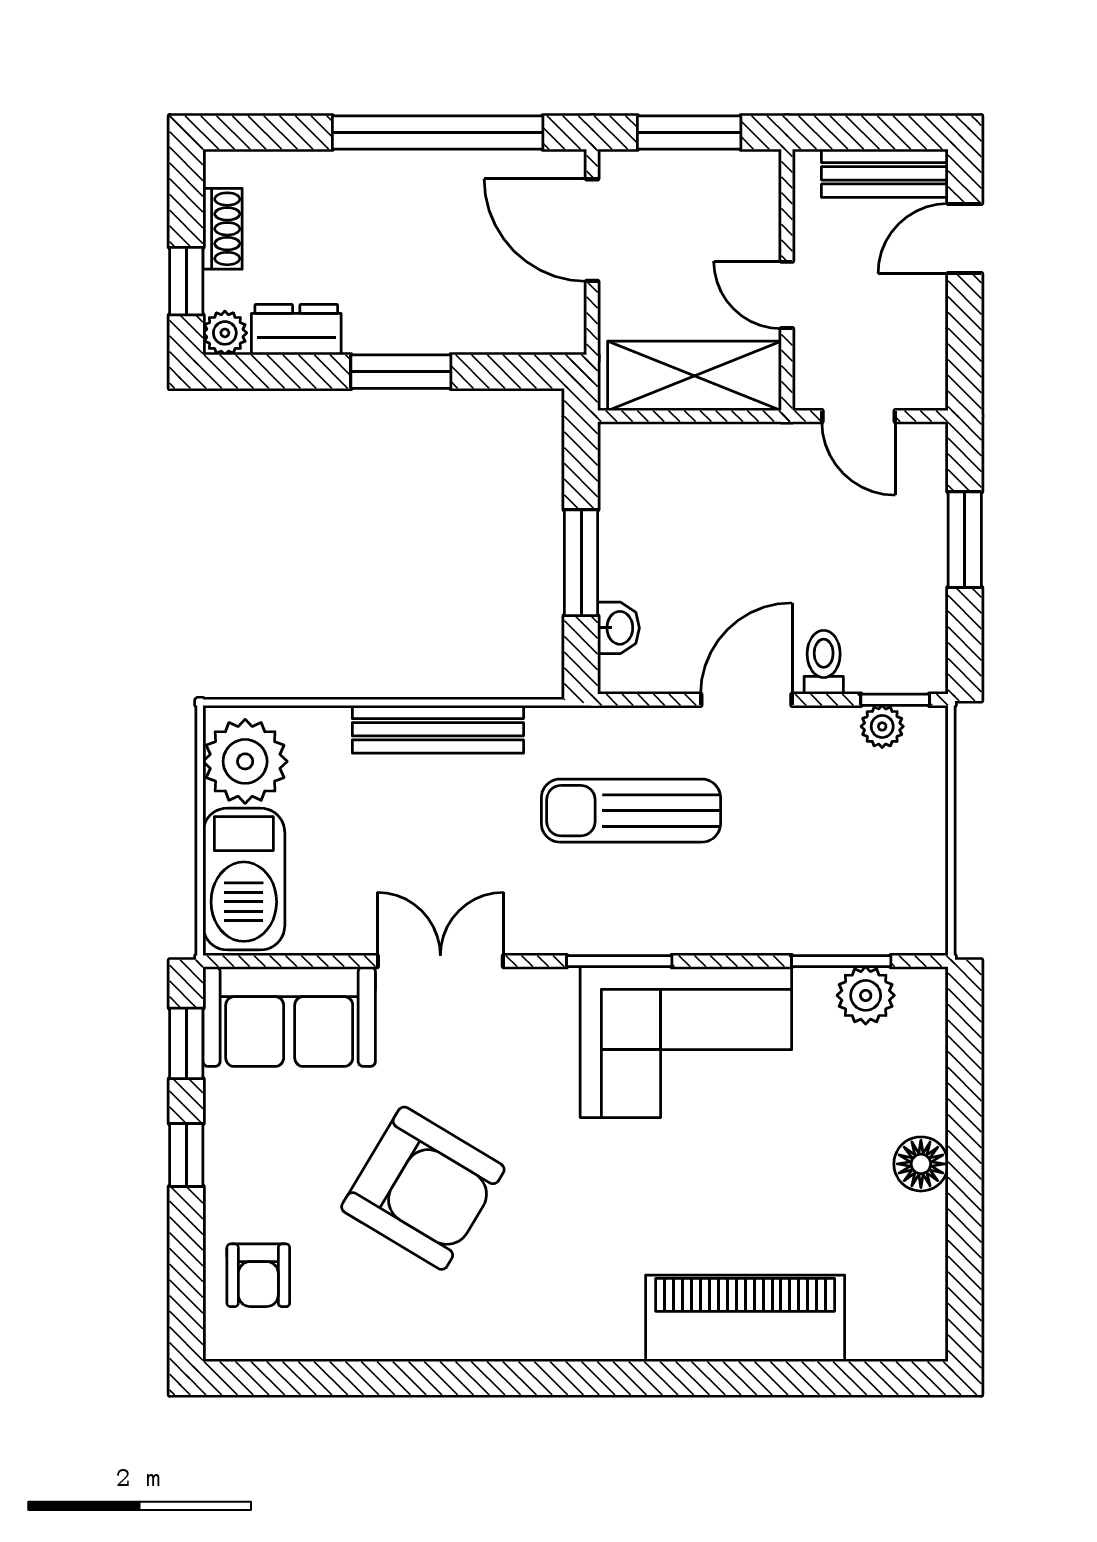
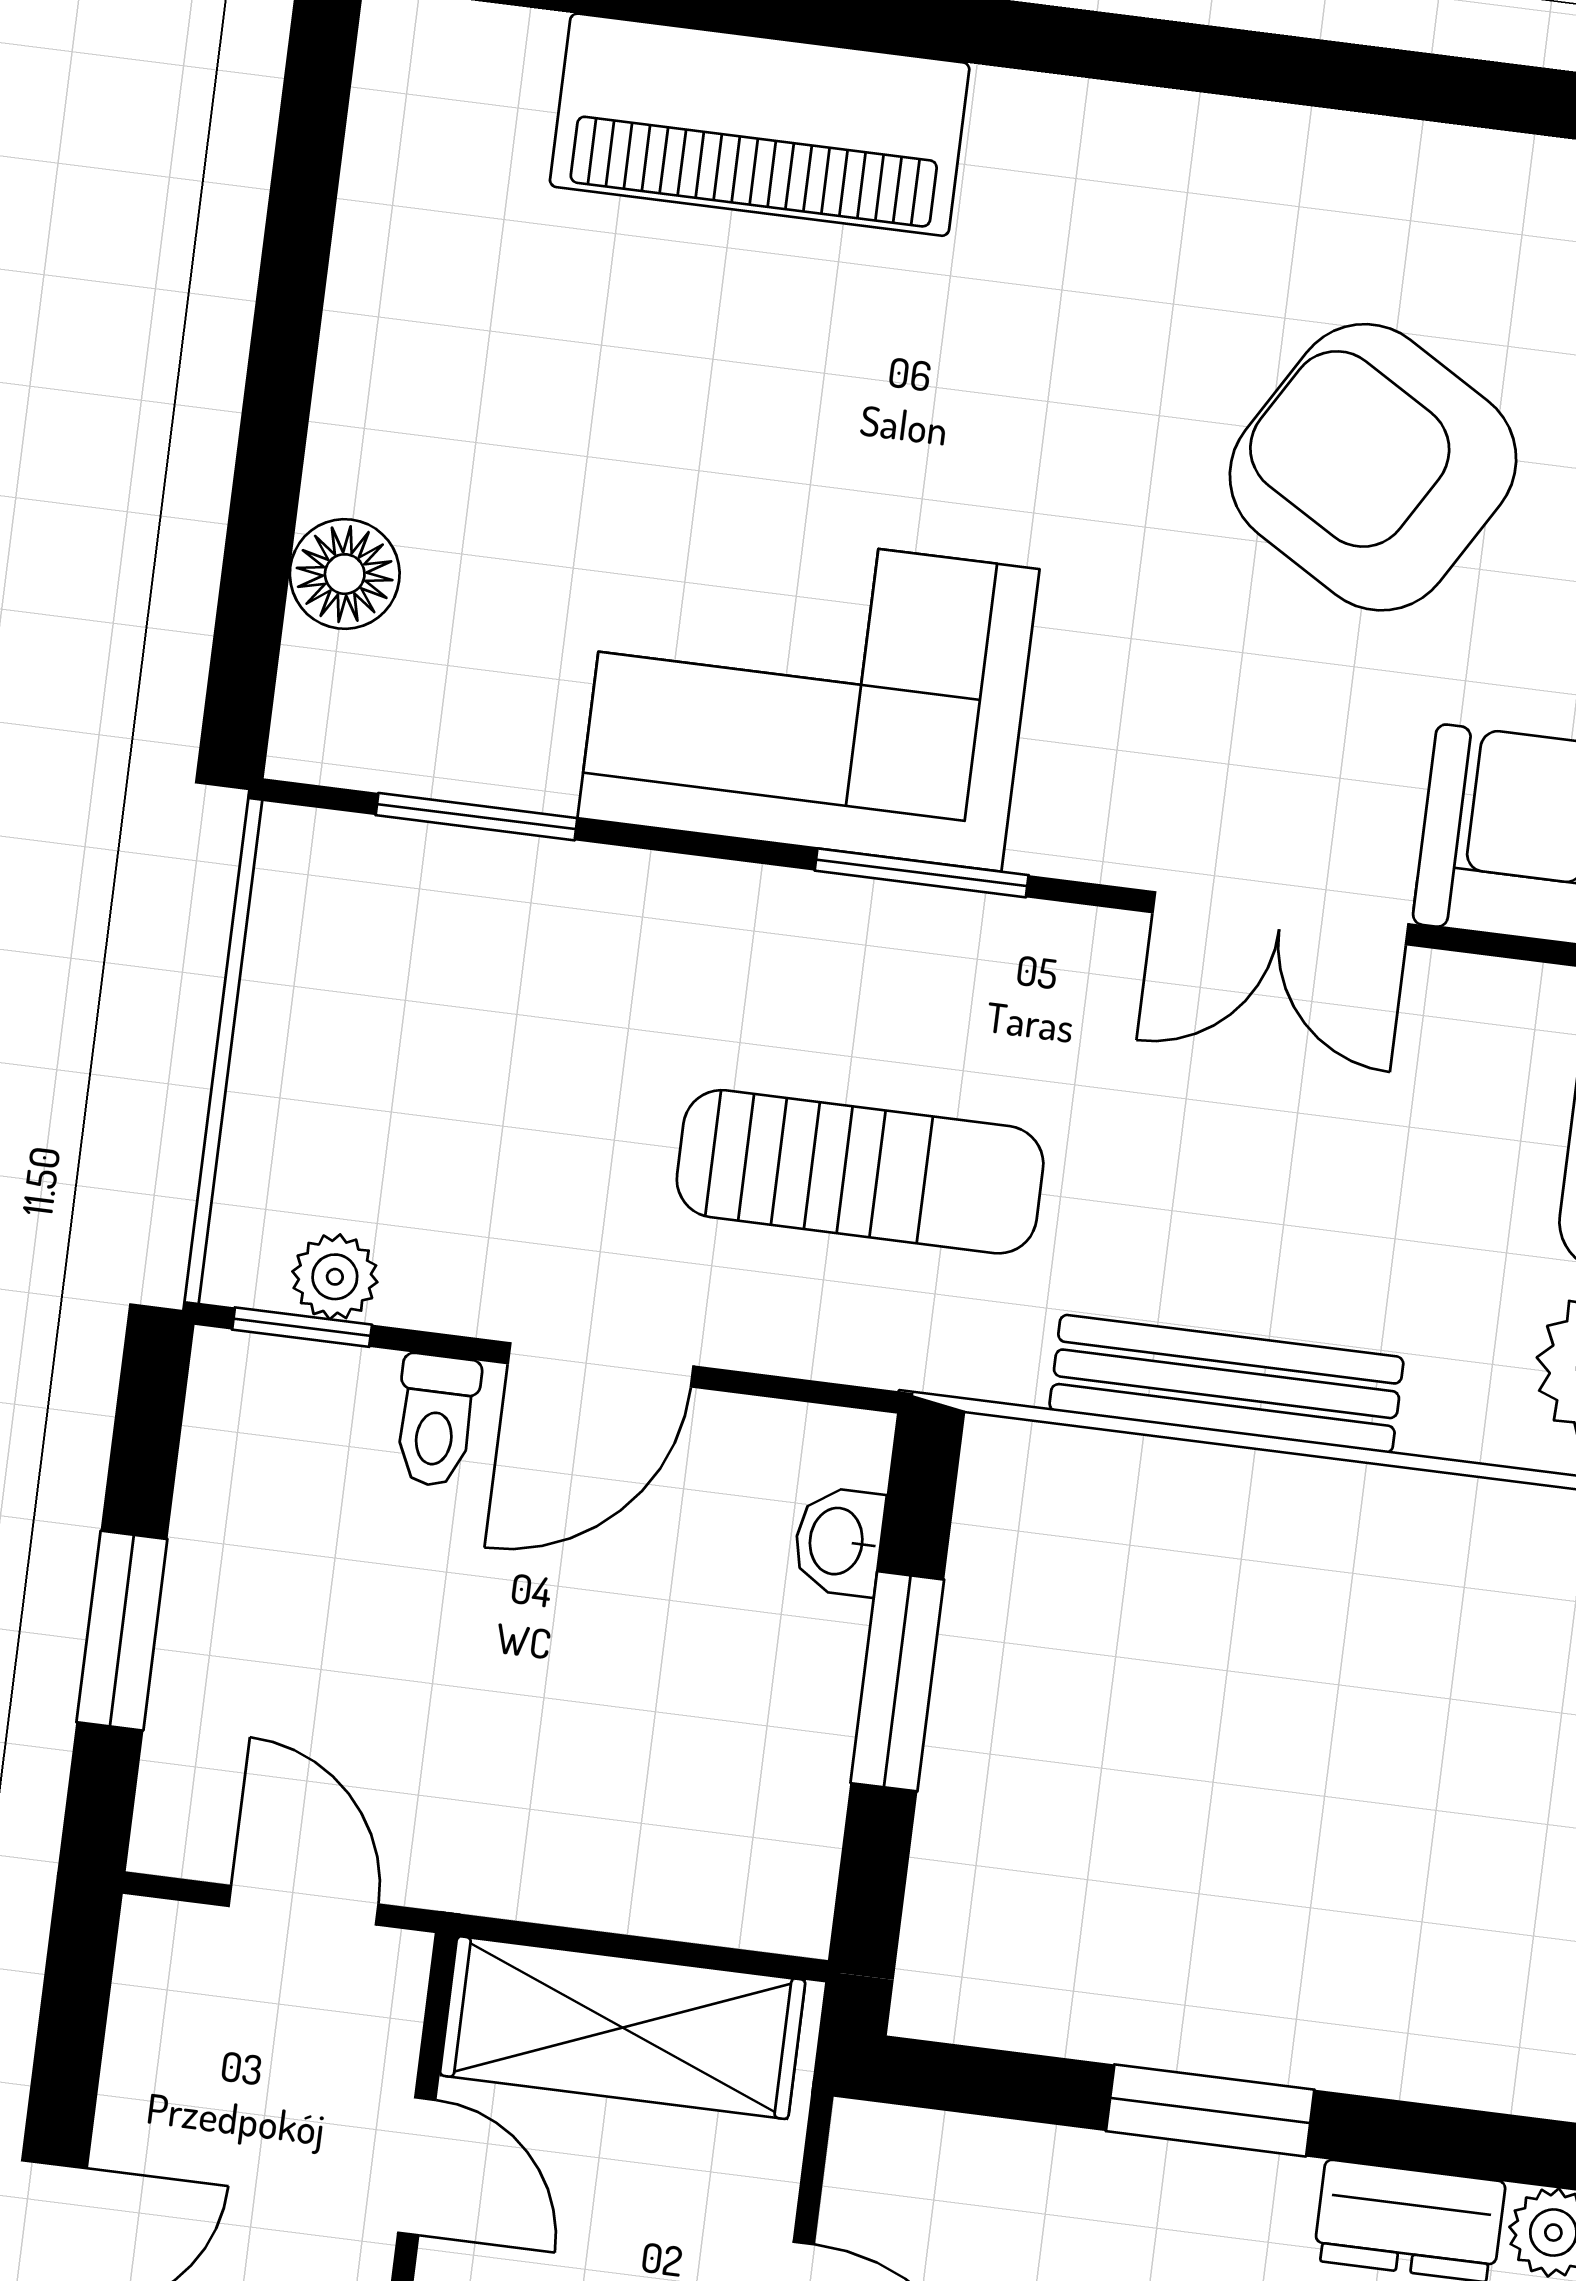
plant: (866, 995) -> (436, 742), removed
floor lamp: (921, 1164) -> (345, 574), moved

